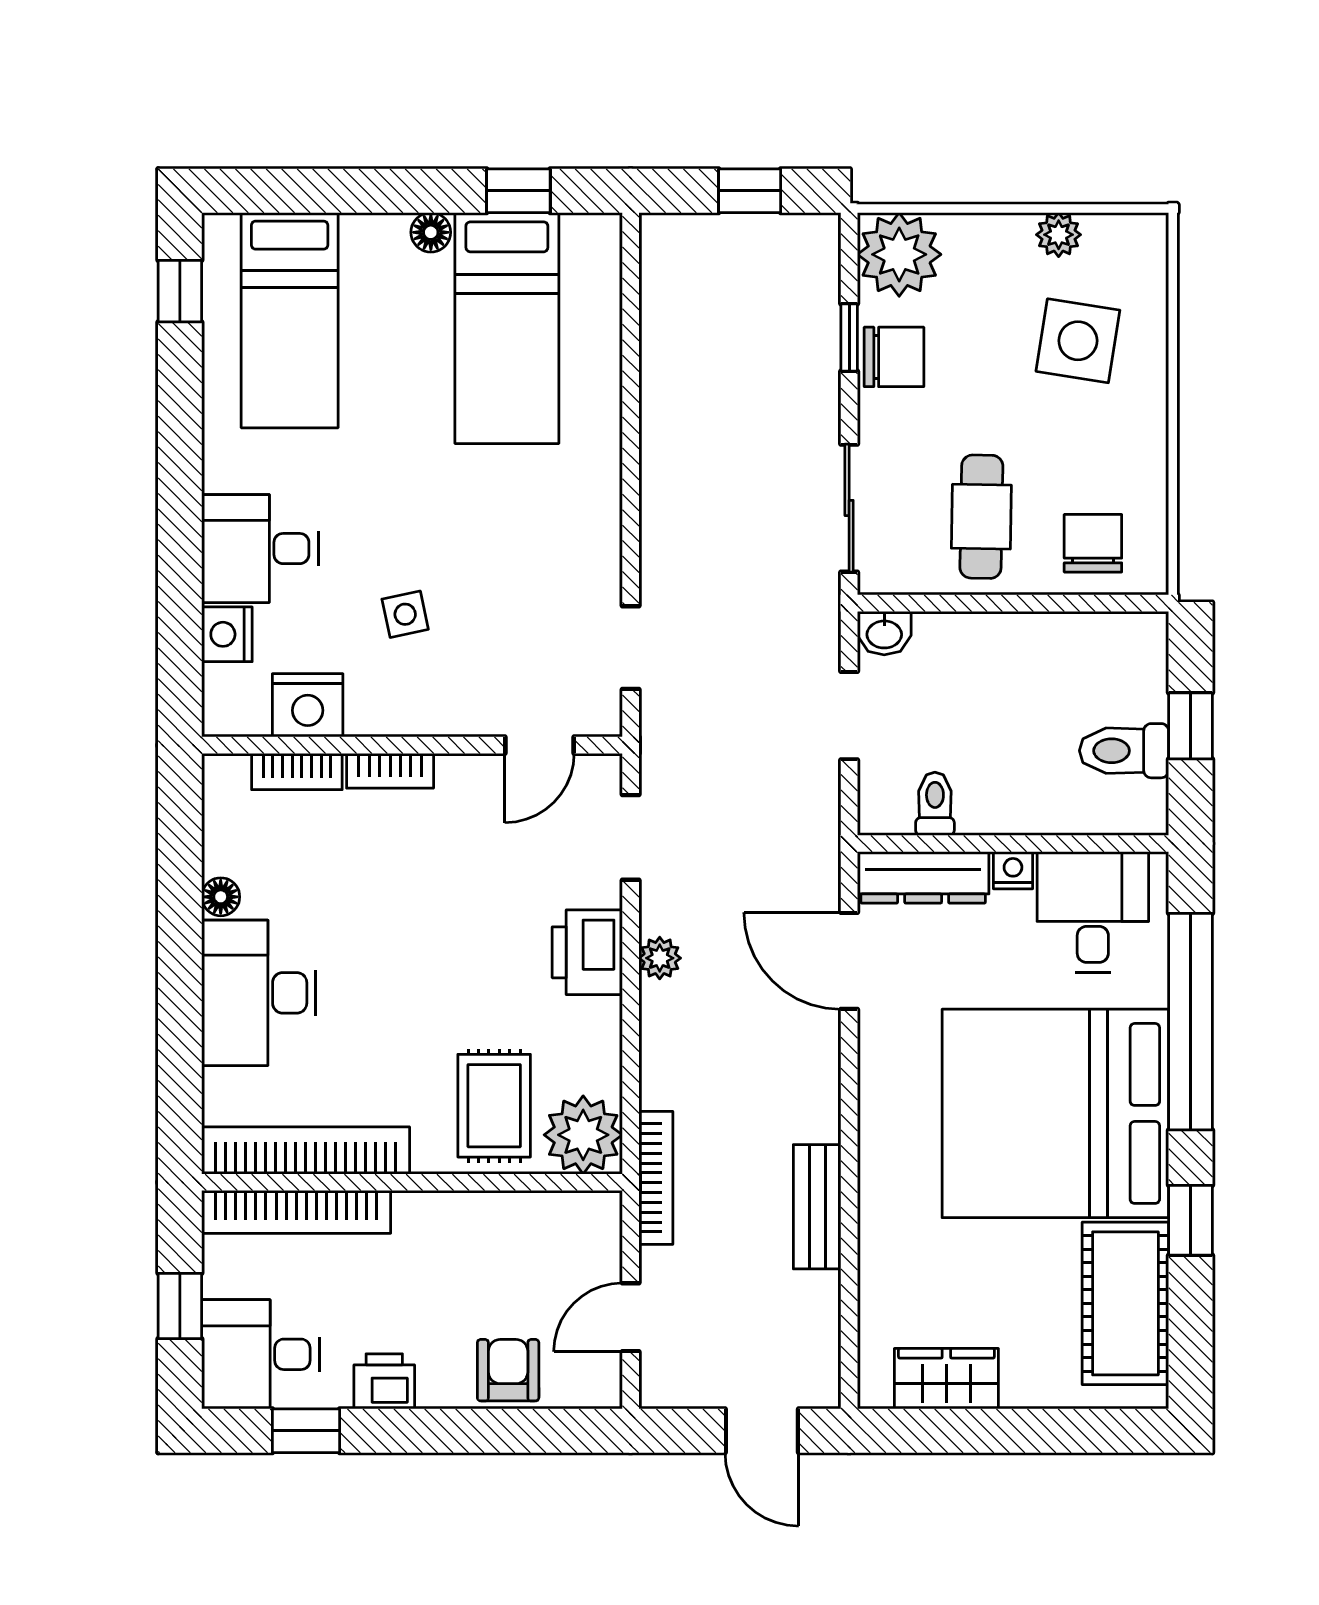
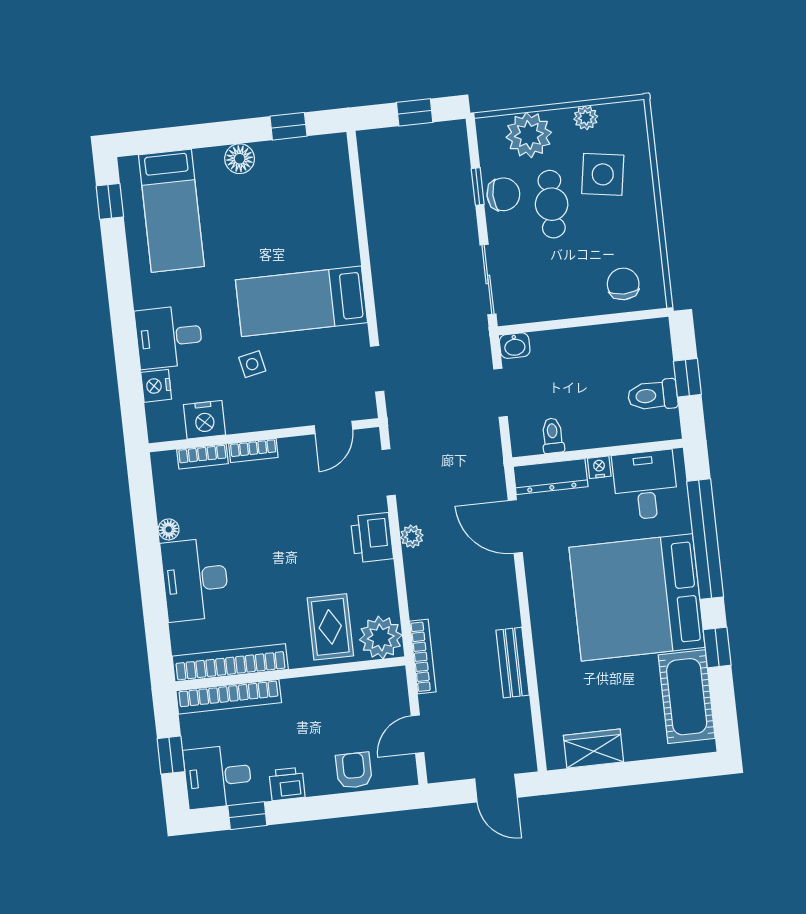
floor lamp: (431, 232) -> (240, 159), width x1.37, depth x1.37
plant: (899, 254) -> (529, 135), moved
bed: (507, 328) -> (301, 301), moved, turned 90
cafe table: (981, 517) -> (552, 204), moved

